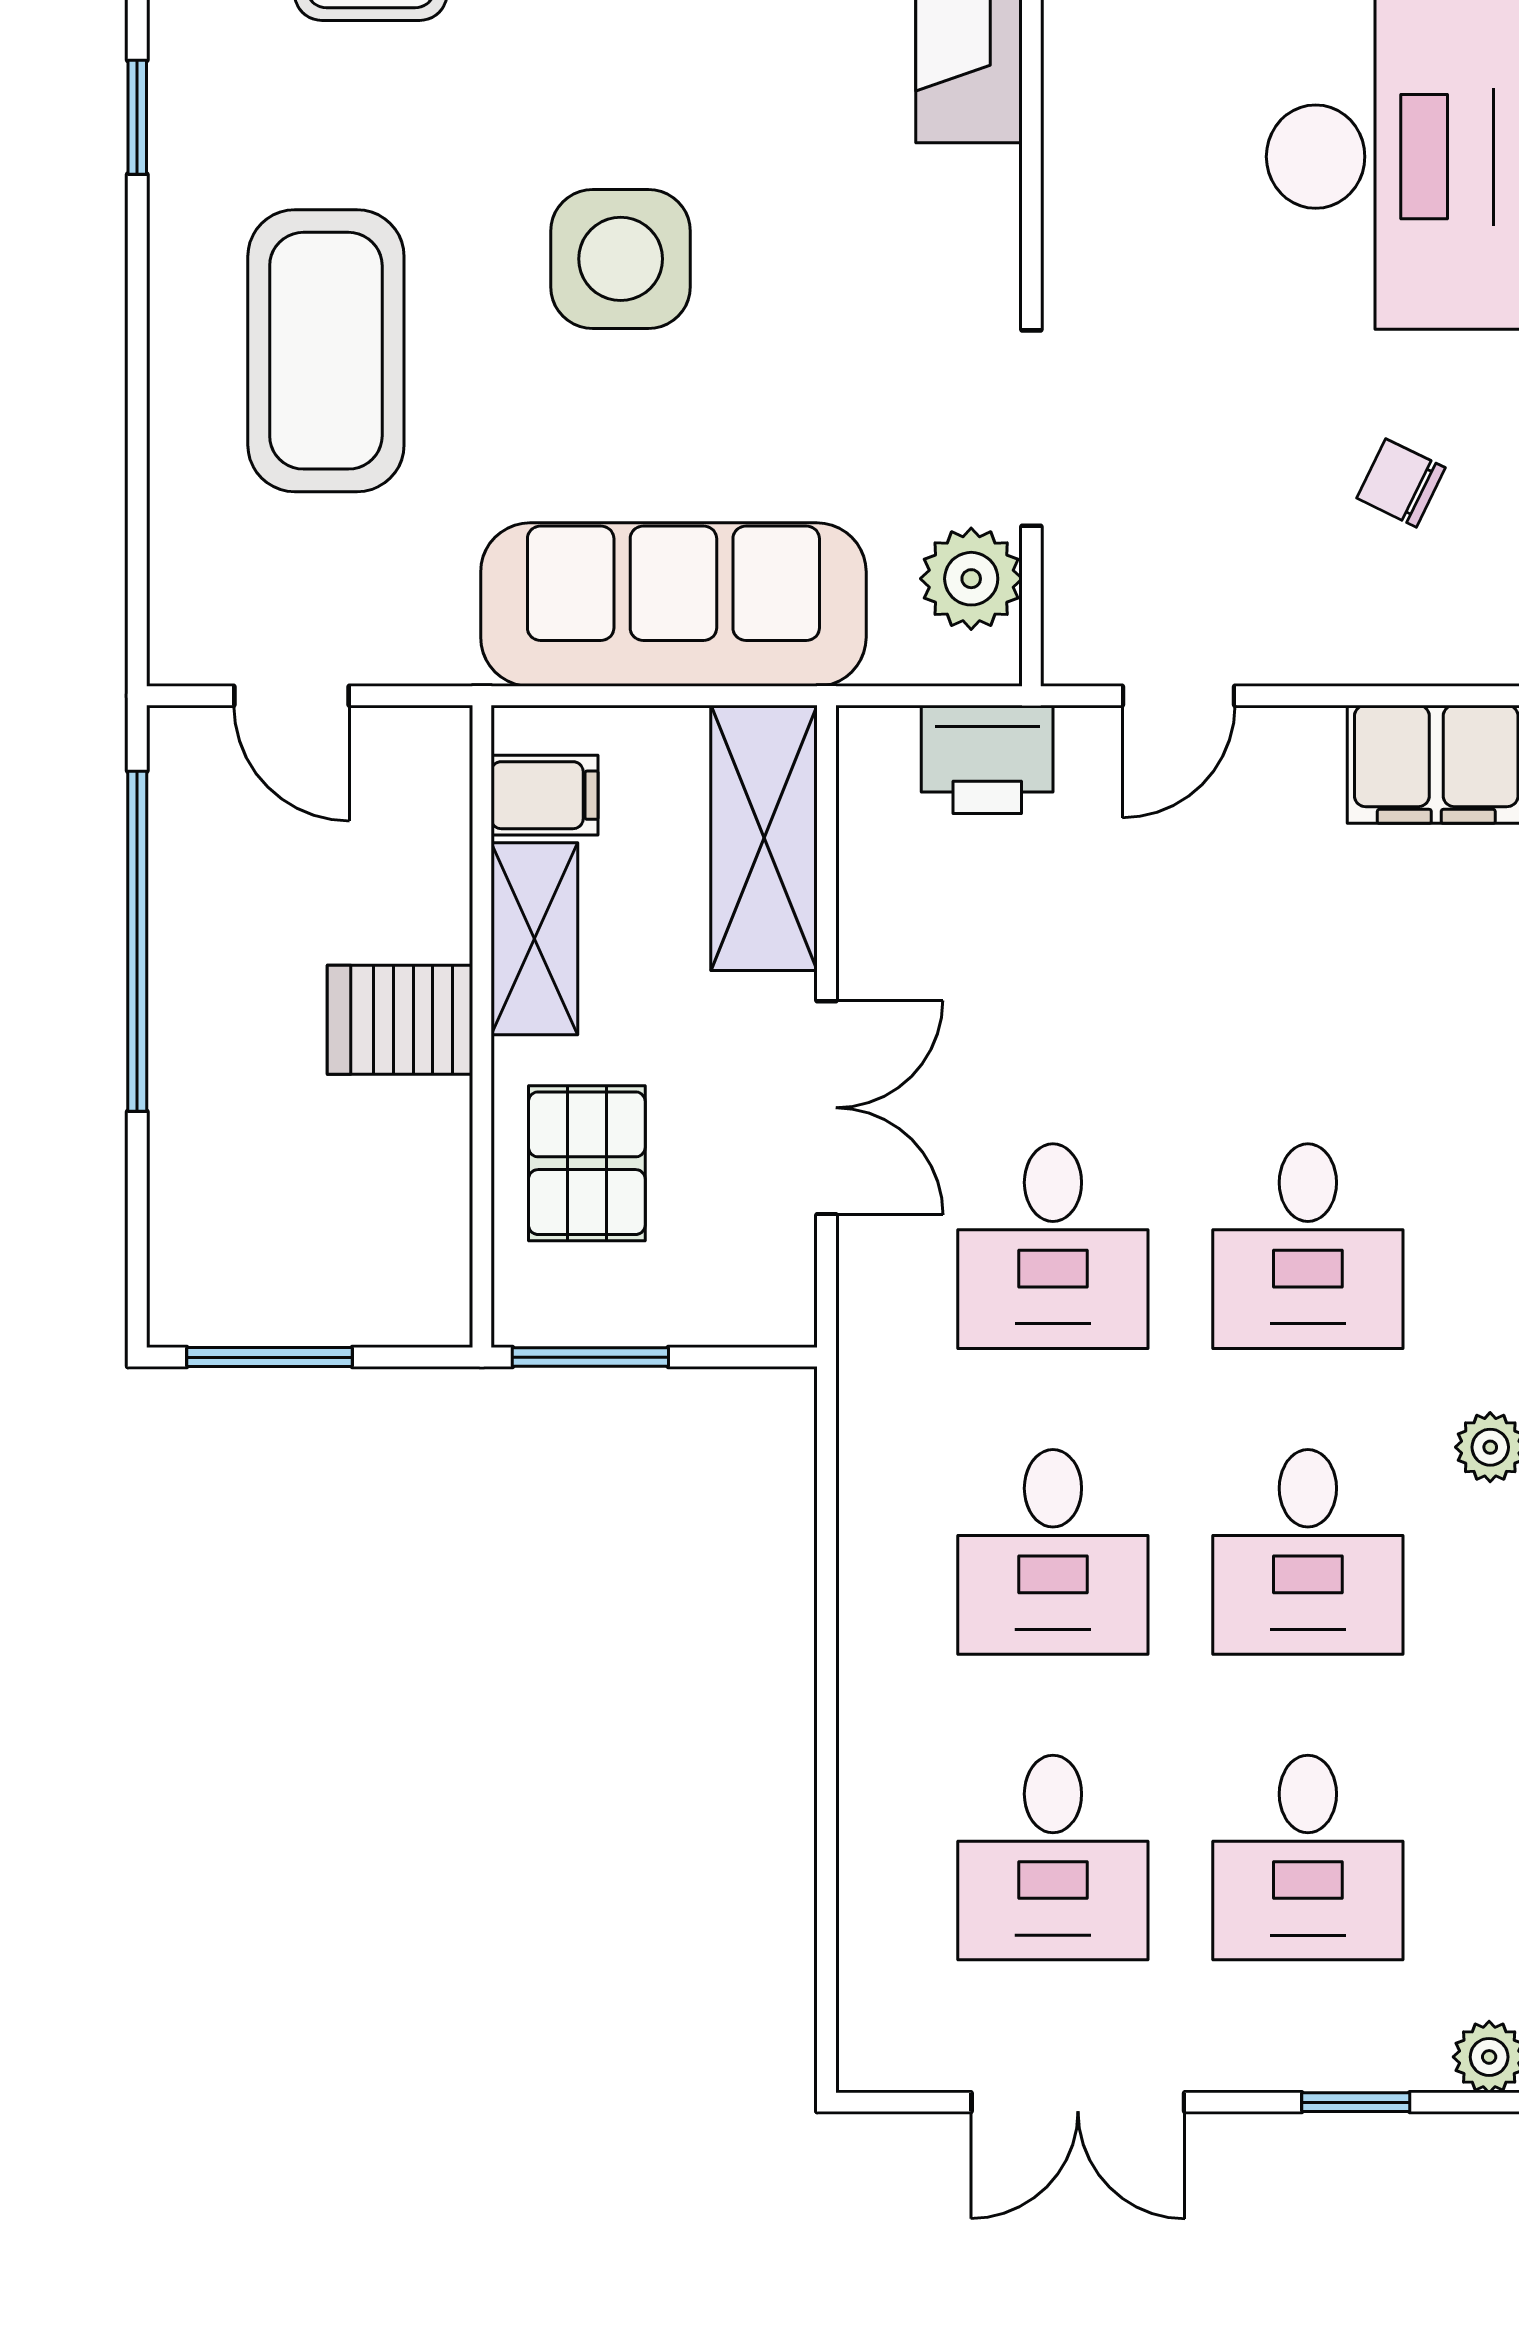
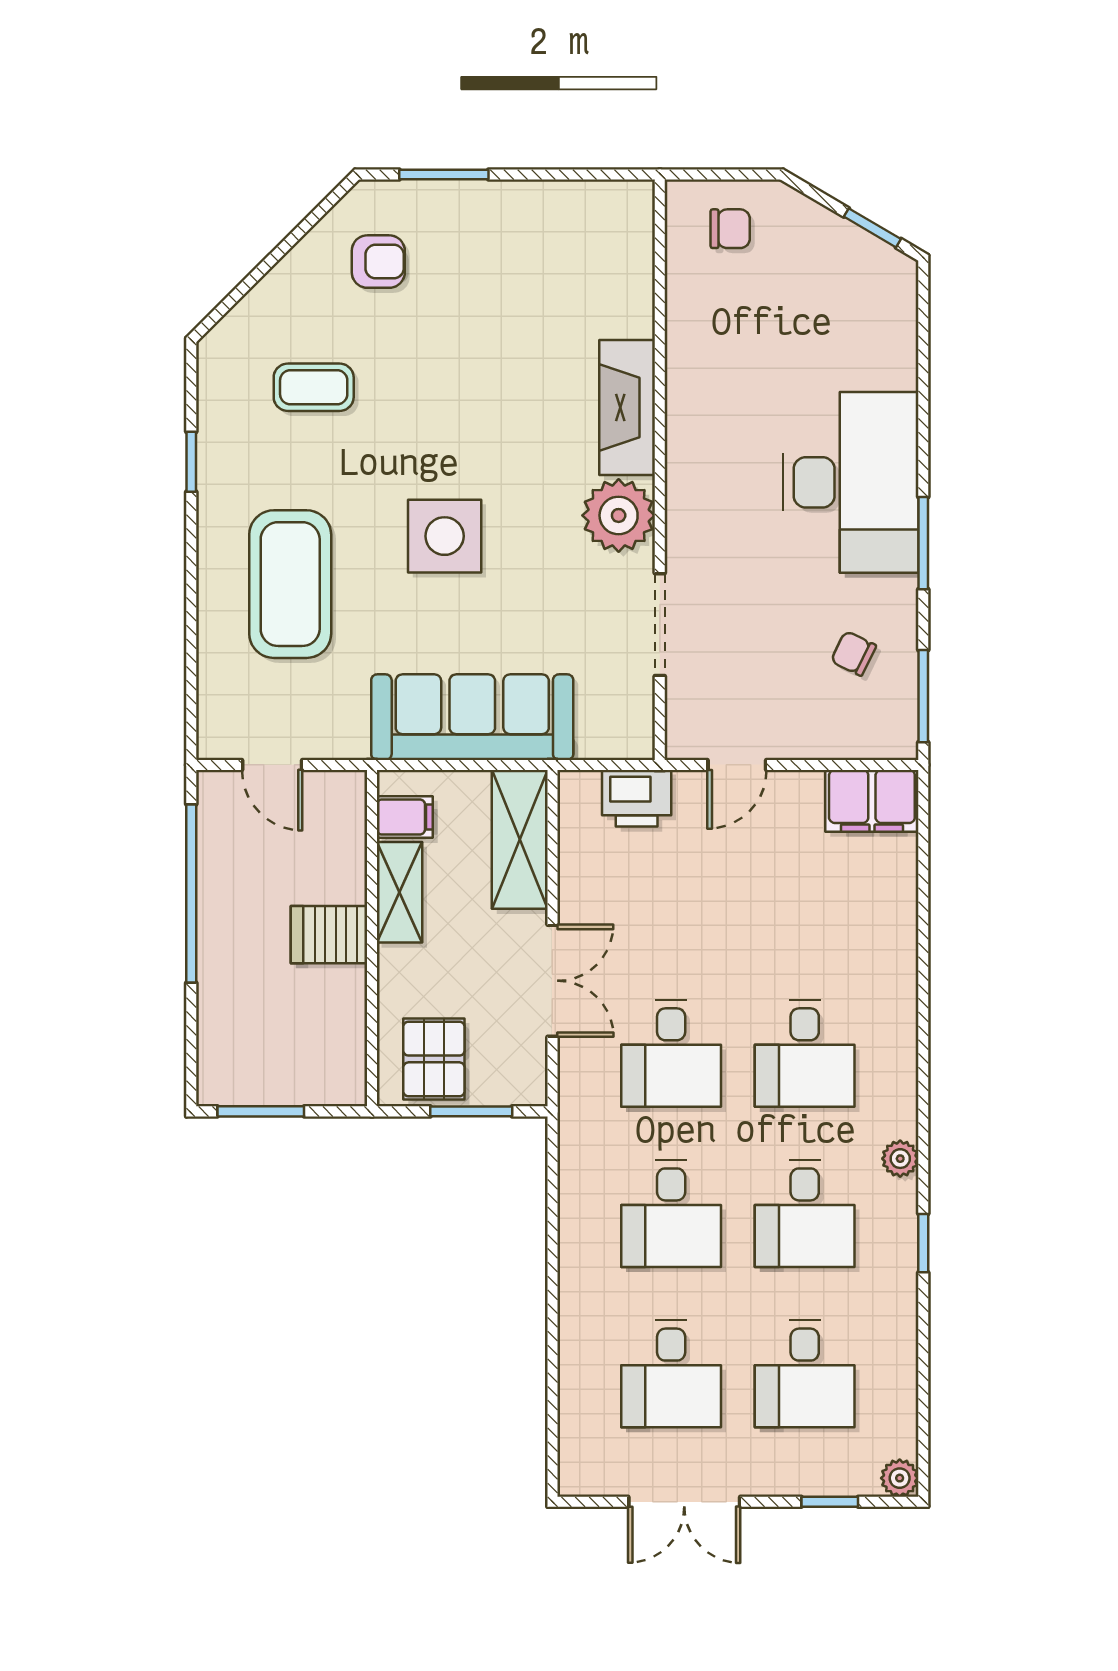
plant: (971, 579) -> (619, 515), moved, width x1.36, depth x1.36
pallet: (587, 1163) -> (434, 1059), moved
window: (590, 1357) -> (471, 1111), moved

